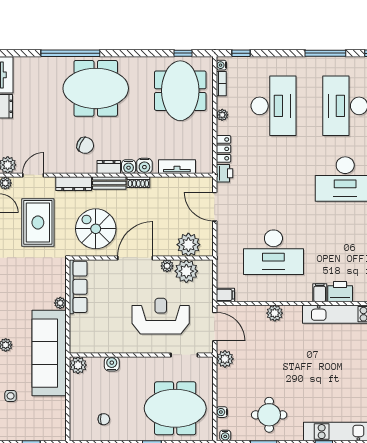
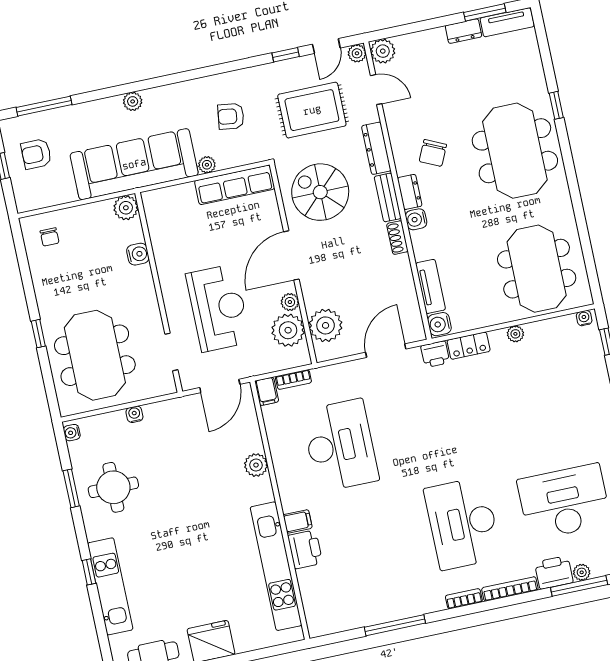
window: (70, 53) -> (556, 105), width x0.32
window: (183, 53) -> (589, 261), removed
bookcase: (221, 84) -> (293, 380), moved
meeting table: (180, 91) -> (537, 269), turned 90
desk: (273, 106) -> (543, 402), removed
water cooler: (144, 166) -> (439, 324), moved
spiral stairs: (96, 229) -> (320, 192), turned -90
desk: (273, 252) -> (340, 445), turned 180
door: (135, 258) -> (291, 255), swing flipped
armchair: (30, 279) -> (231, 116), added
plant: (225, 359) -> (178, 410), removed
side table: (11, 396) -> (63, 123), removed
water cooler: (222, 412) -> (134, 414), moved
armchair: (28, 419) -> (36, 154), added
chair: (104, 419) -> (50, 237), moved

